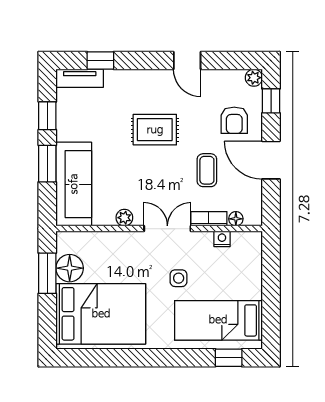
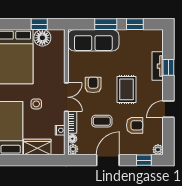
window: (100, 60) -> (168, 67), moved
tv unit: (80, 78) -> (158, 66), moved
armchair: (234, 120) -> (135, 125), moved, turned 180
armchair: (147, 184) -> (93, 85), added
plant: (124, 218) -> (73, 149), moved
window: (47, 273) -> (39, 24), width x0.67
wardrobe: (249, 276) -> (37, 147), added

